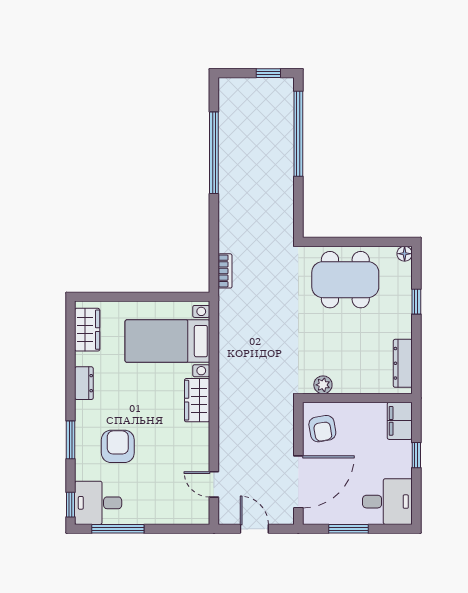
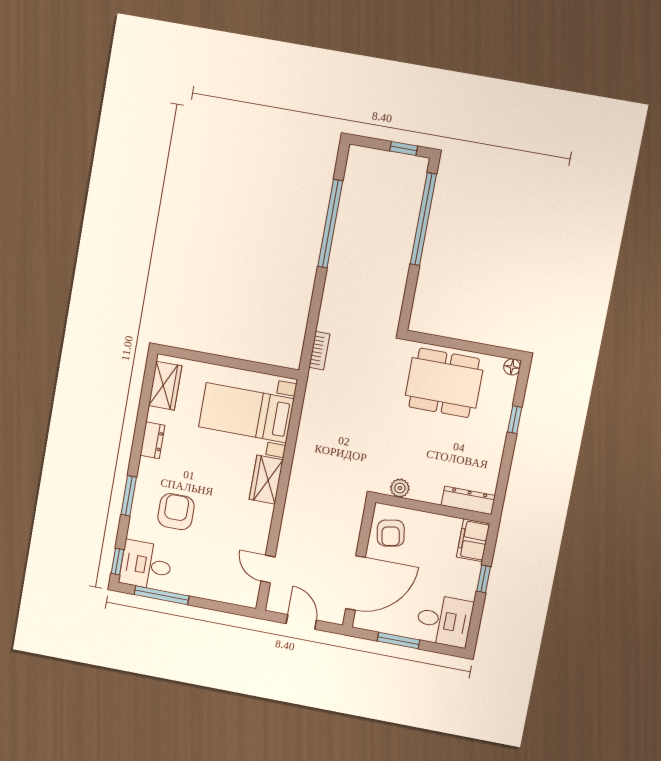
dresser: (403, 363) -> (468, 500), moved, turned 90

